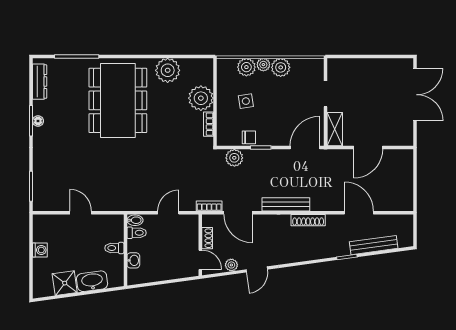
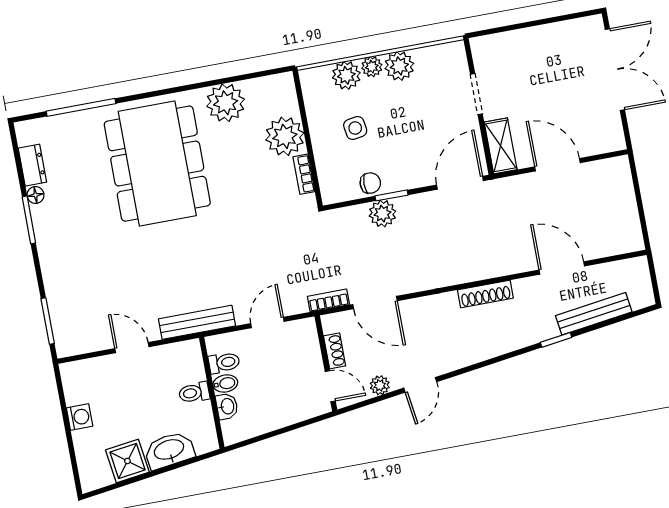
dresser: (40, 82) -> (32, 165), width x0.70
floor lamp: (38, 121) -> (35, 195), moved
door: (368, 148) -> (557, 165), swing flipped
plant: (234, 158) -> (382, 214), moved
bench: (286, 204) -> (197, 322), moved
bidet: (135, 220) -> (225, 383), moved

